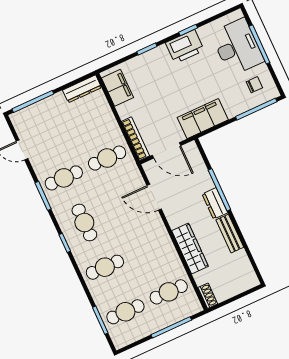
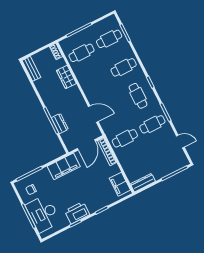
door: (167, 150) -> (86, 145), swing flipped
dresser: (215, 203) -> (60, 124), moved
bench: (230, 234) -> (31, 69), moved
wardrobe: (190, 248) -> (66, 77), width x0.67

